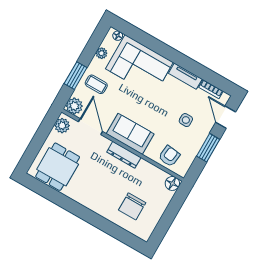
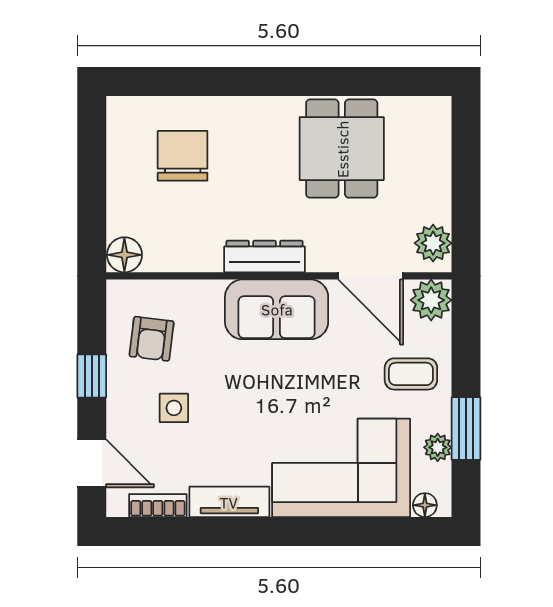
window: (76, 76) -> (466, 428), moved
window: (208, 148) -> (92, 376), width x0.67
armchair: (169, 156) -> (152, 339), moved
dining table: (58, 167) -> (342, 149), moved

